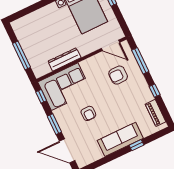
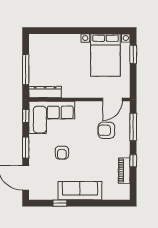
door: (111, 45) -> (112, 99), hinge flipped
dresser: (64, 59) -> (45, 92), moved
piano: (156, 113) -> (124, 171), moved
window: (137, 145) -> (60, 203), moved

